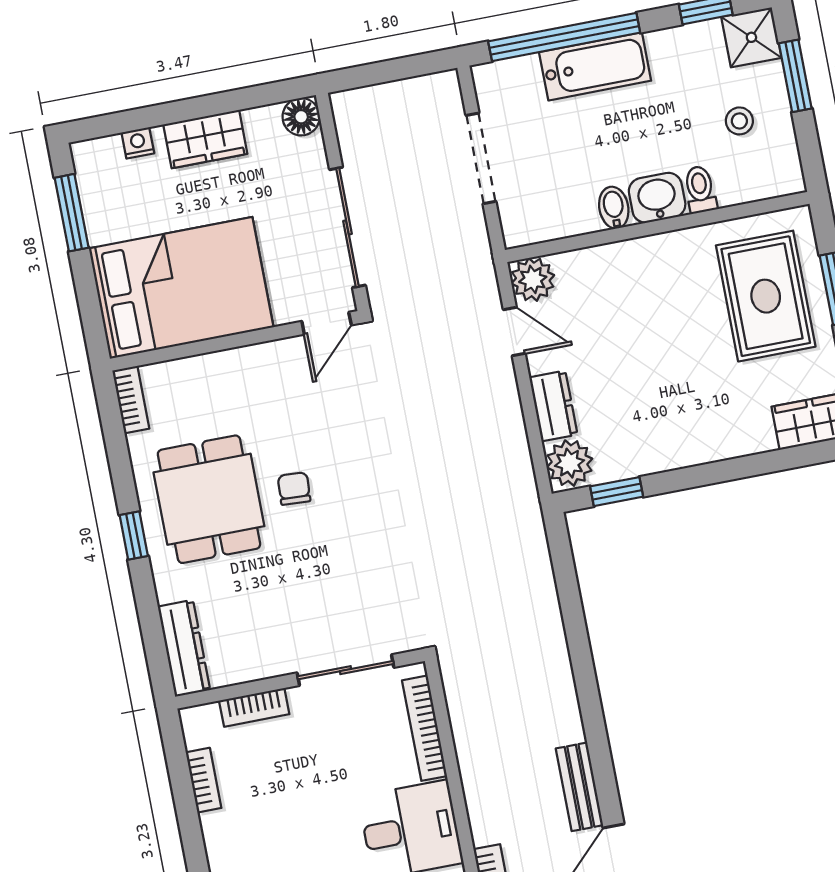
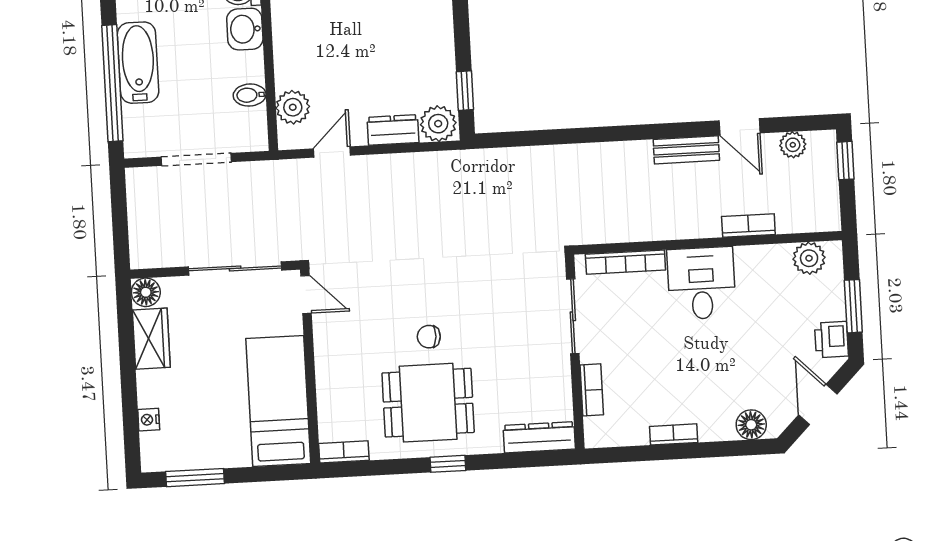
wardrobe: (205, 139) -> (151, 339), moved
bidet: (614, 208) -> (250, 95), moved
plant: (533, 279) -> (293, 107), moved
bed: (181, 288) -> (278, 401), width x0.67
bookcase: (204, 780) -> (674, 434), moved

